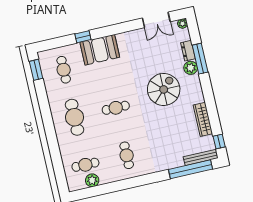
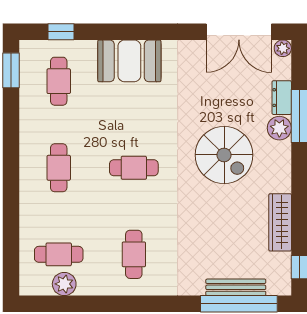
double door: (156, 20) -> (239, 32), width x1.37
window: (83, 37) -> (61, 32), moved
spiral stairs: (164, 89) -> (224, 155), turned 90
cafe table: (75, 117) -> (59, 168), width x0.73, depth x0.74
bench: (201, 157) -> (236, 287), moved

